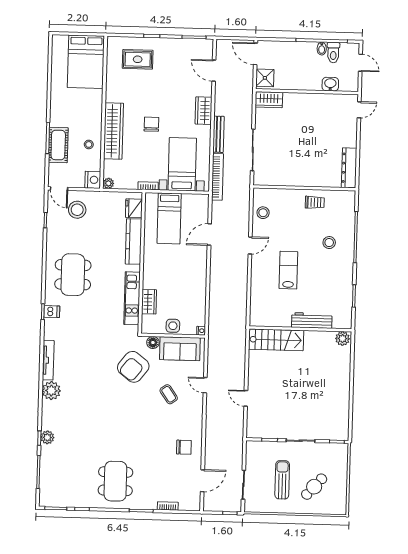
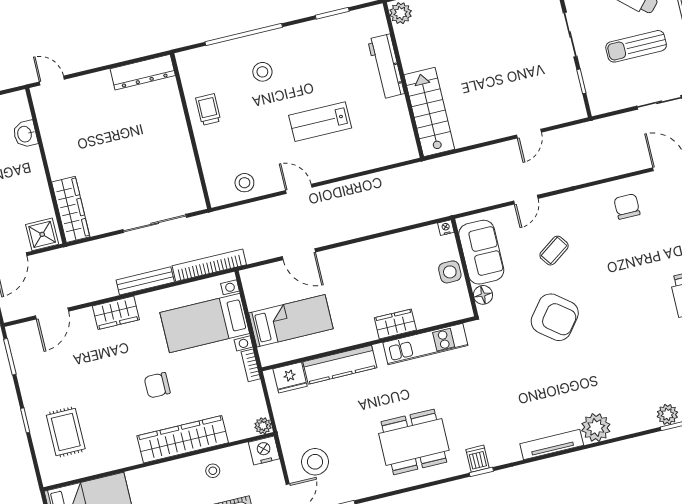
wardrobe: (269, 100) -> (71, 209), width x1.50
wardrobe: (149, 302) -> (395, 324), moved
armchair: (133, 367) -> (555, 317), moved

